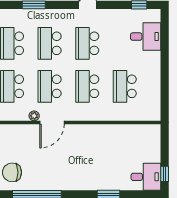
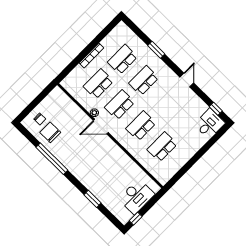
desk: (146, 37) -> (209, 124), moved, turned -90
school desk: (87, 43) -> (165, 101), removed
desk: (146, 177) -> (137, 197), moved, width x1.37

